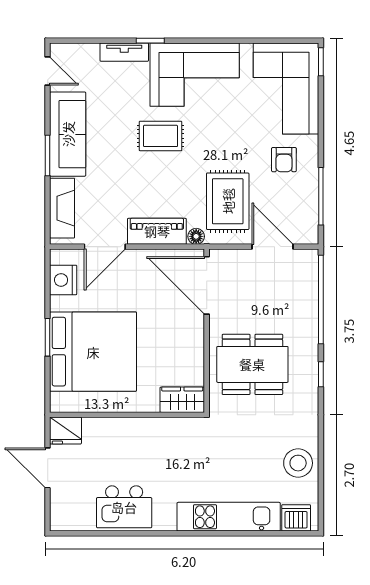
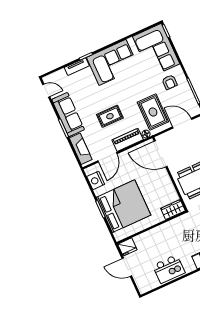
rug: (161, 136) -> (110, 116), moved

